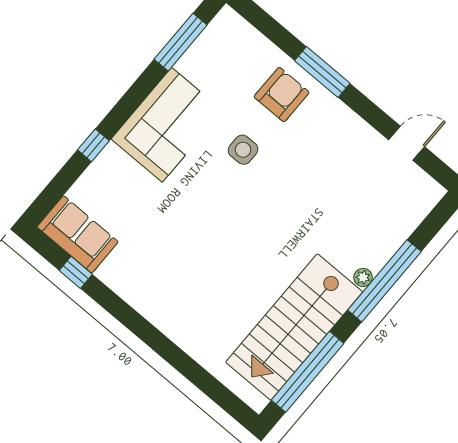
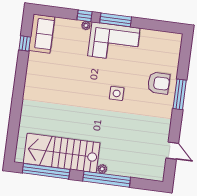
window: (181, 42) -> (116, 20), moved
side table: (243, 150) -> (117, 93), moved
plant: (111, 153) -> (86, 25), added

